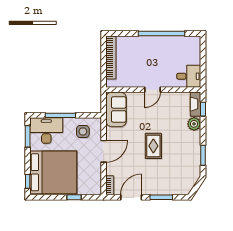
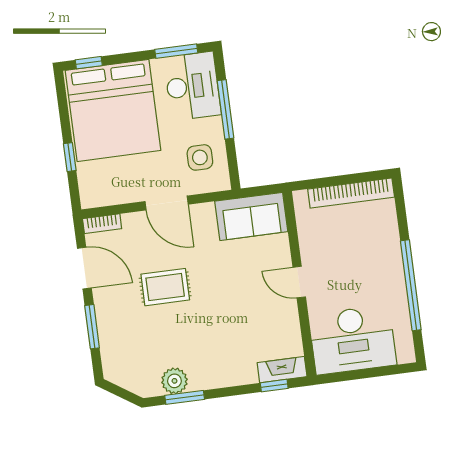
desk: (189, 76) -> (353, 340), width x1.87, depth x1.30
plant: (194, 124) -> (174, 381), moved
rug: (153, 146) -> (165, 287), moved

